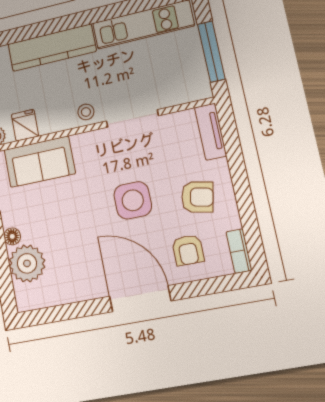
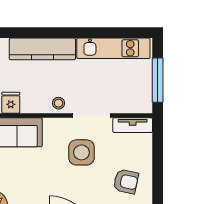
tv unit: (211, 132) -> (133, 125), moved, turned -90
side table: (133, 200) -> (81, 152), moved

